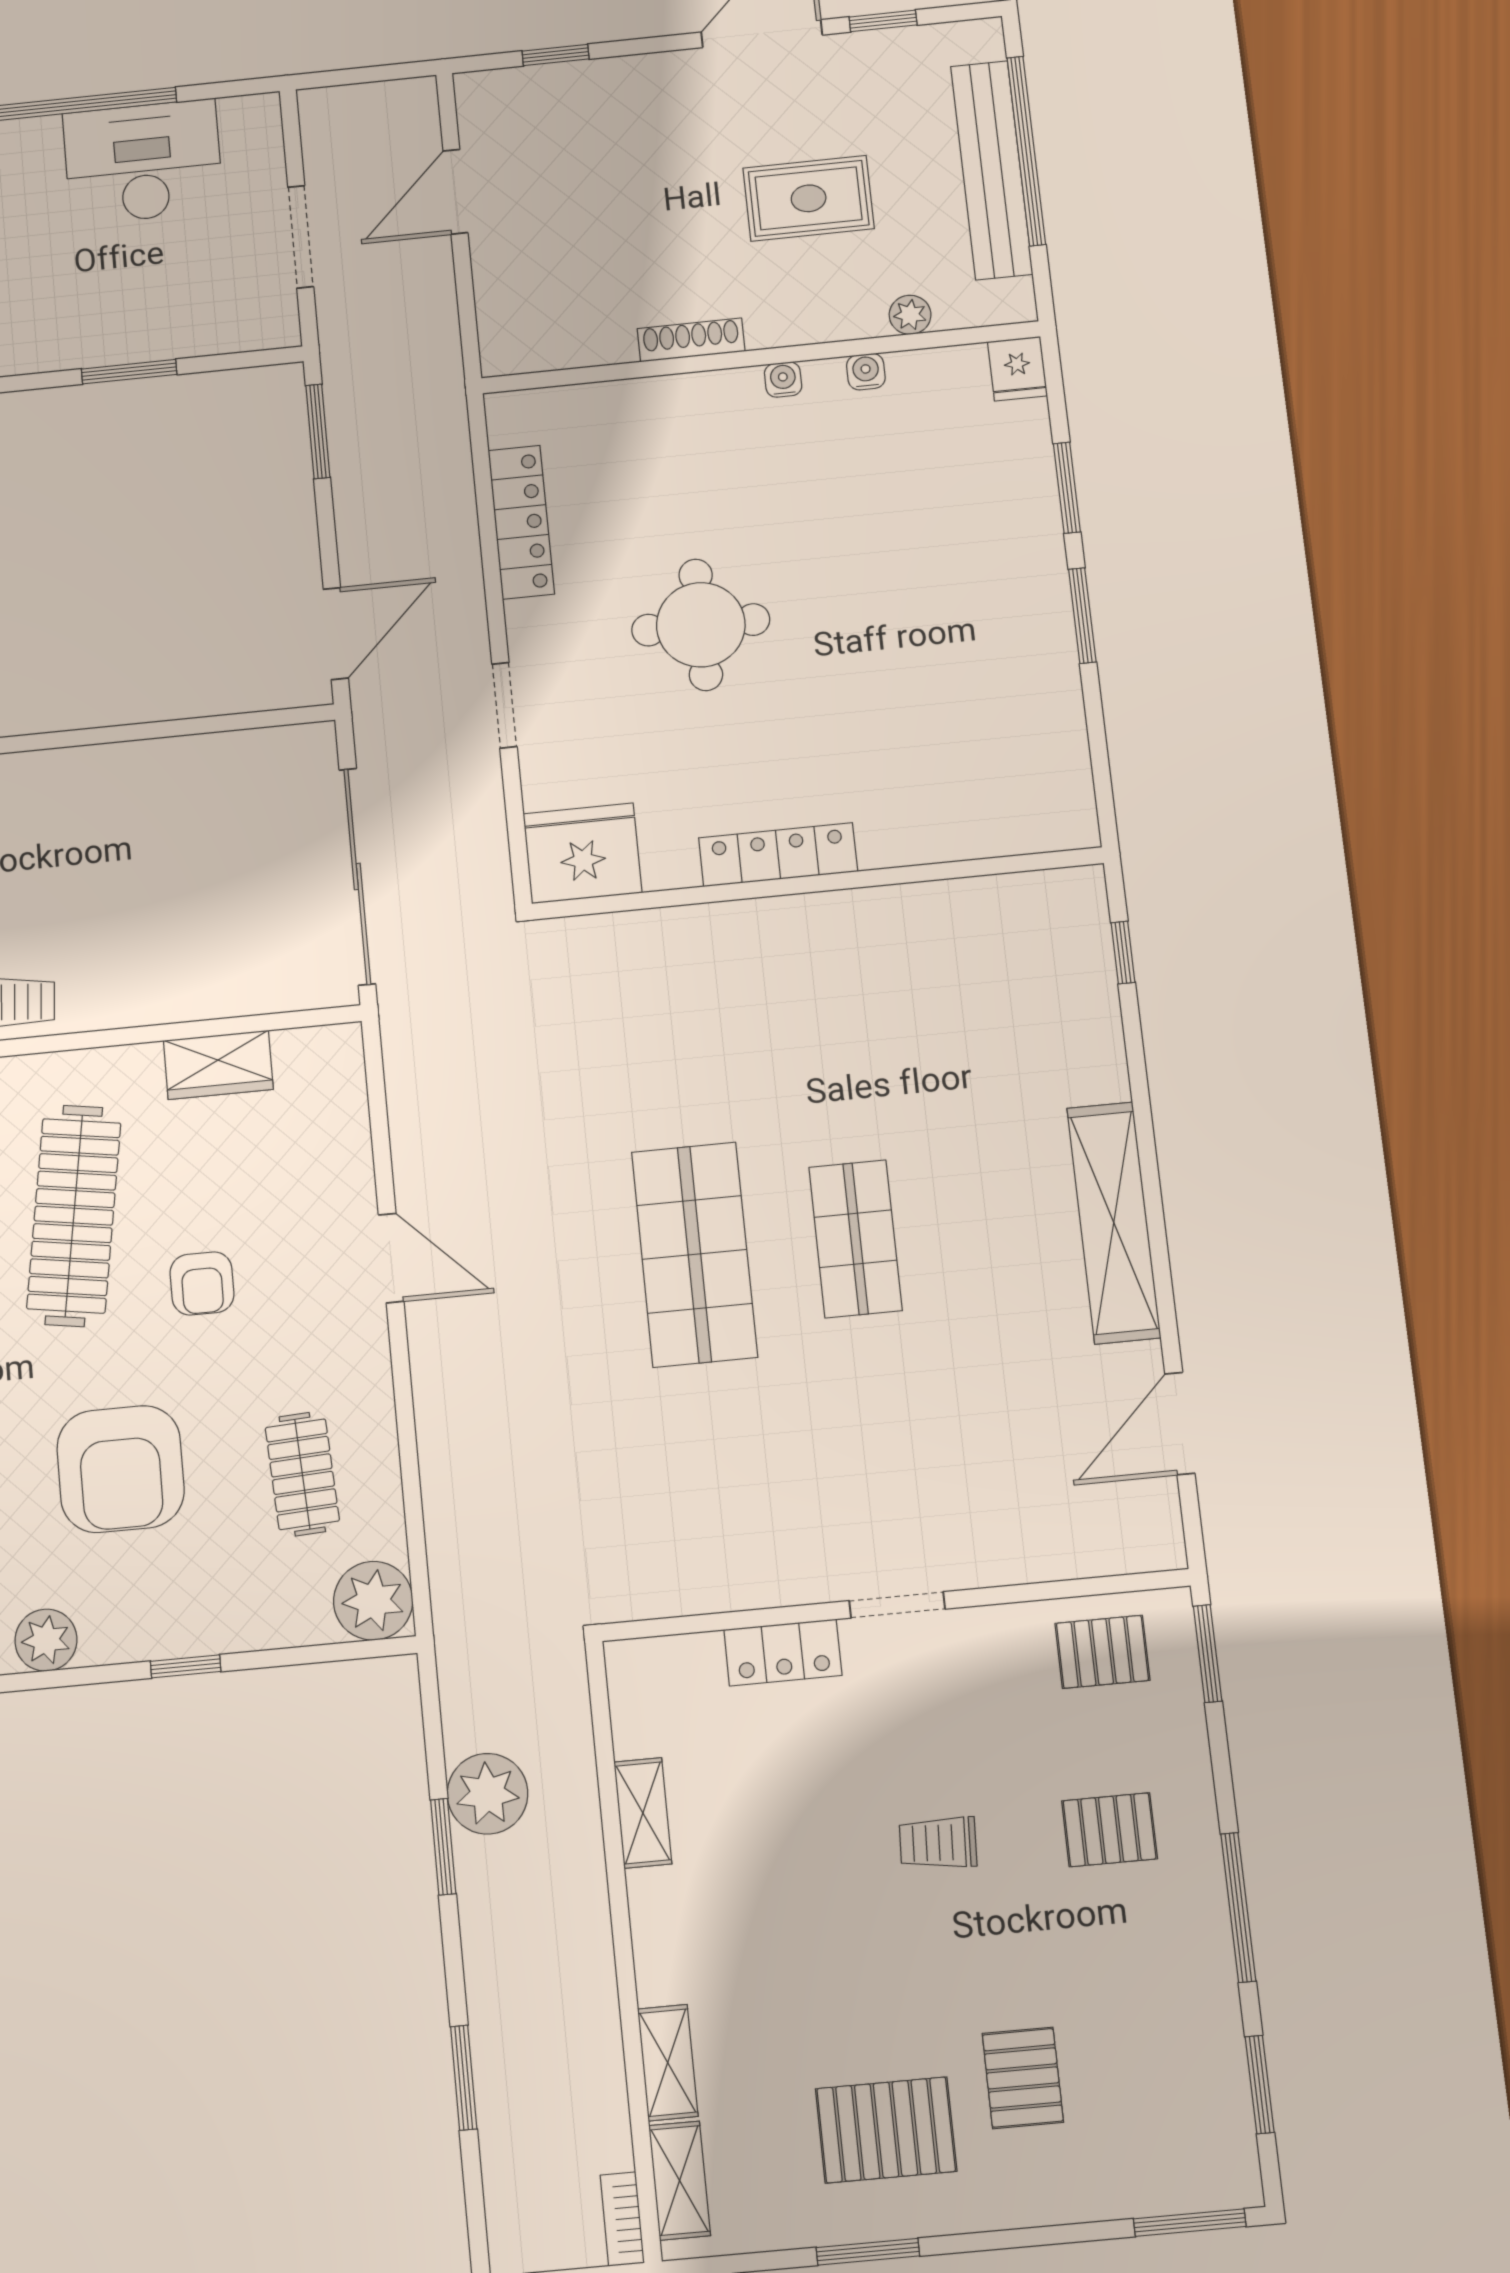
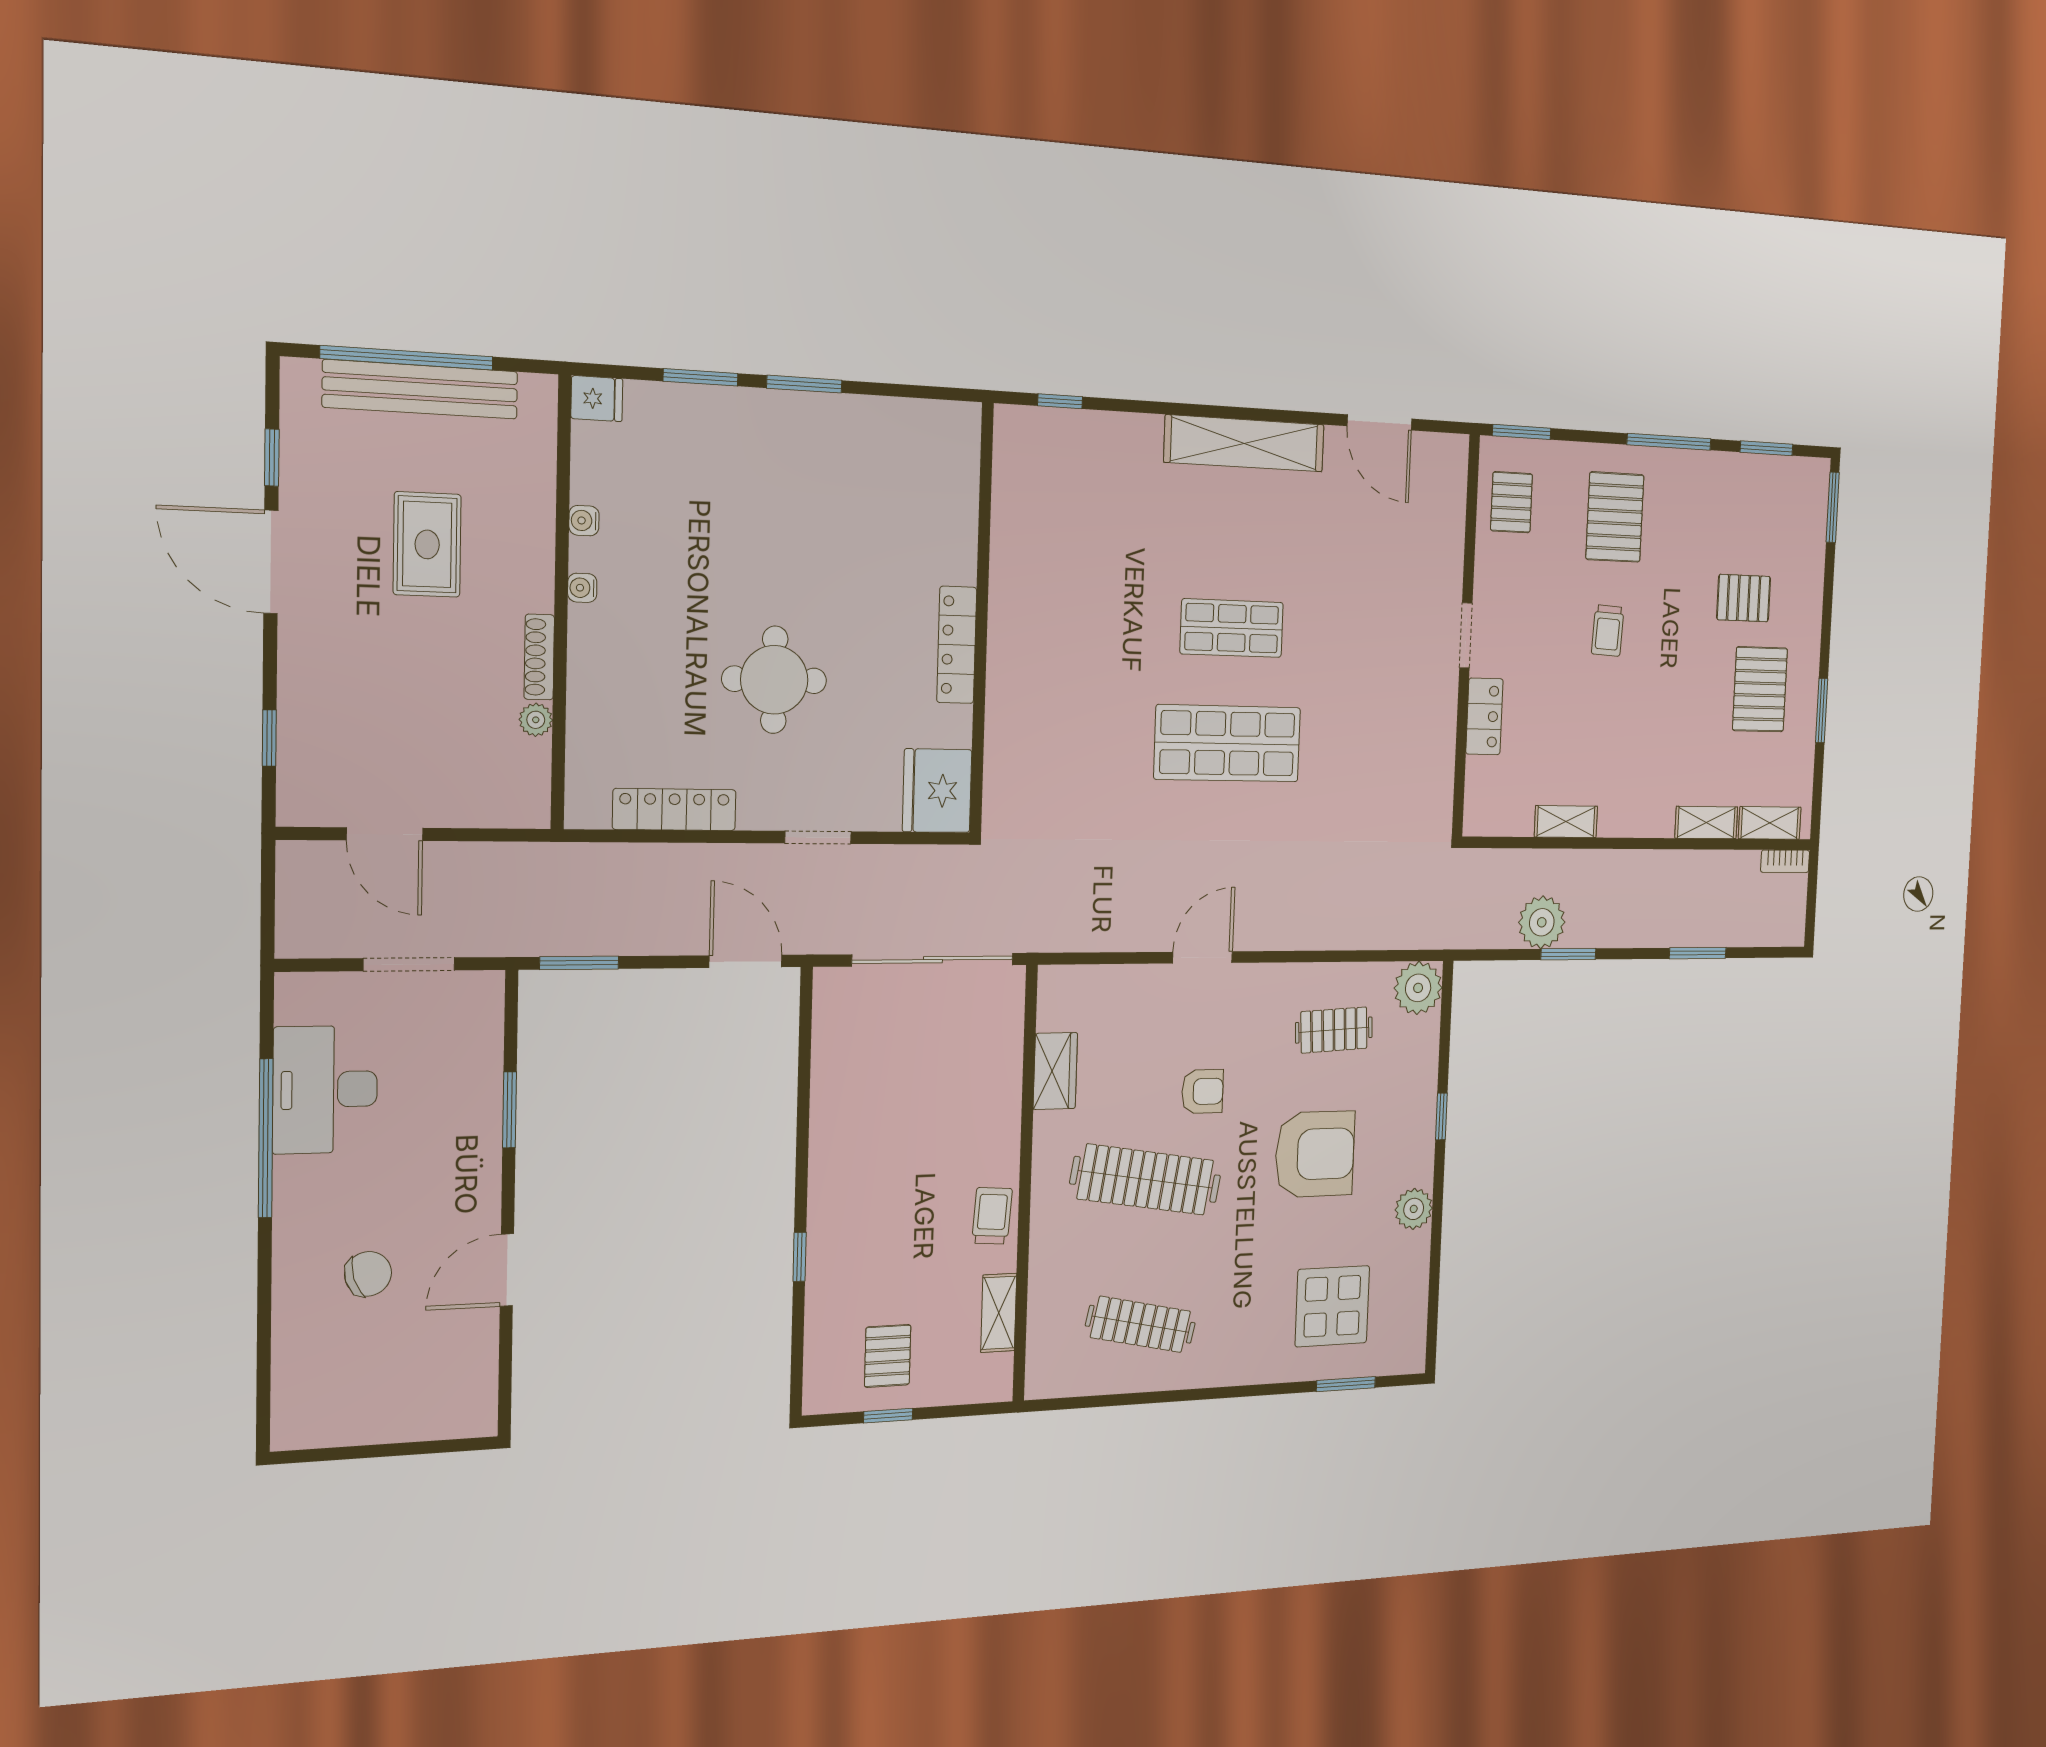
plant: (910, 315) -> (536, 720), moved
pallet: (1109, 1830) -> (1615, 517), width x1.50, depth x1.42

